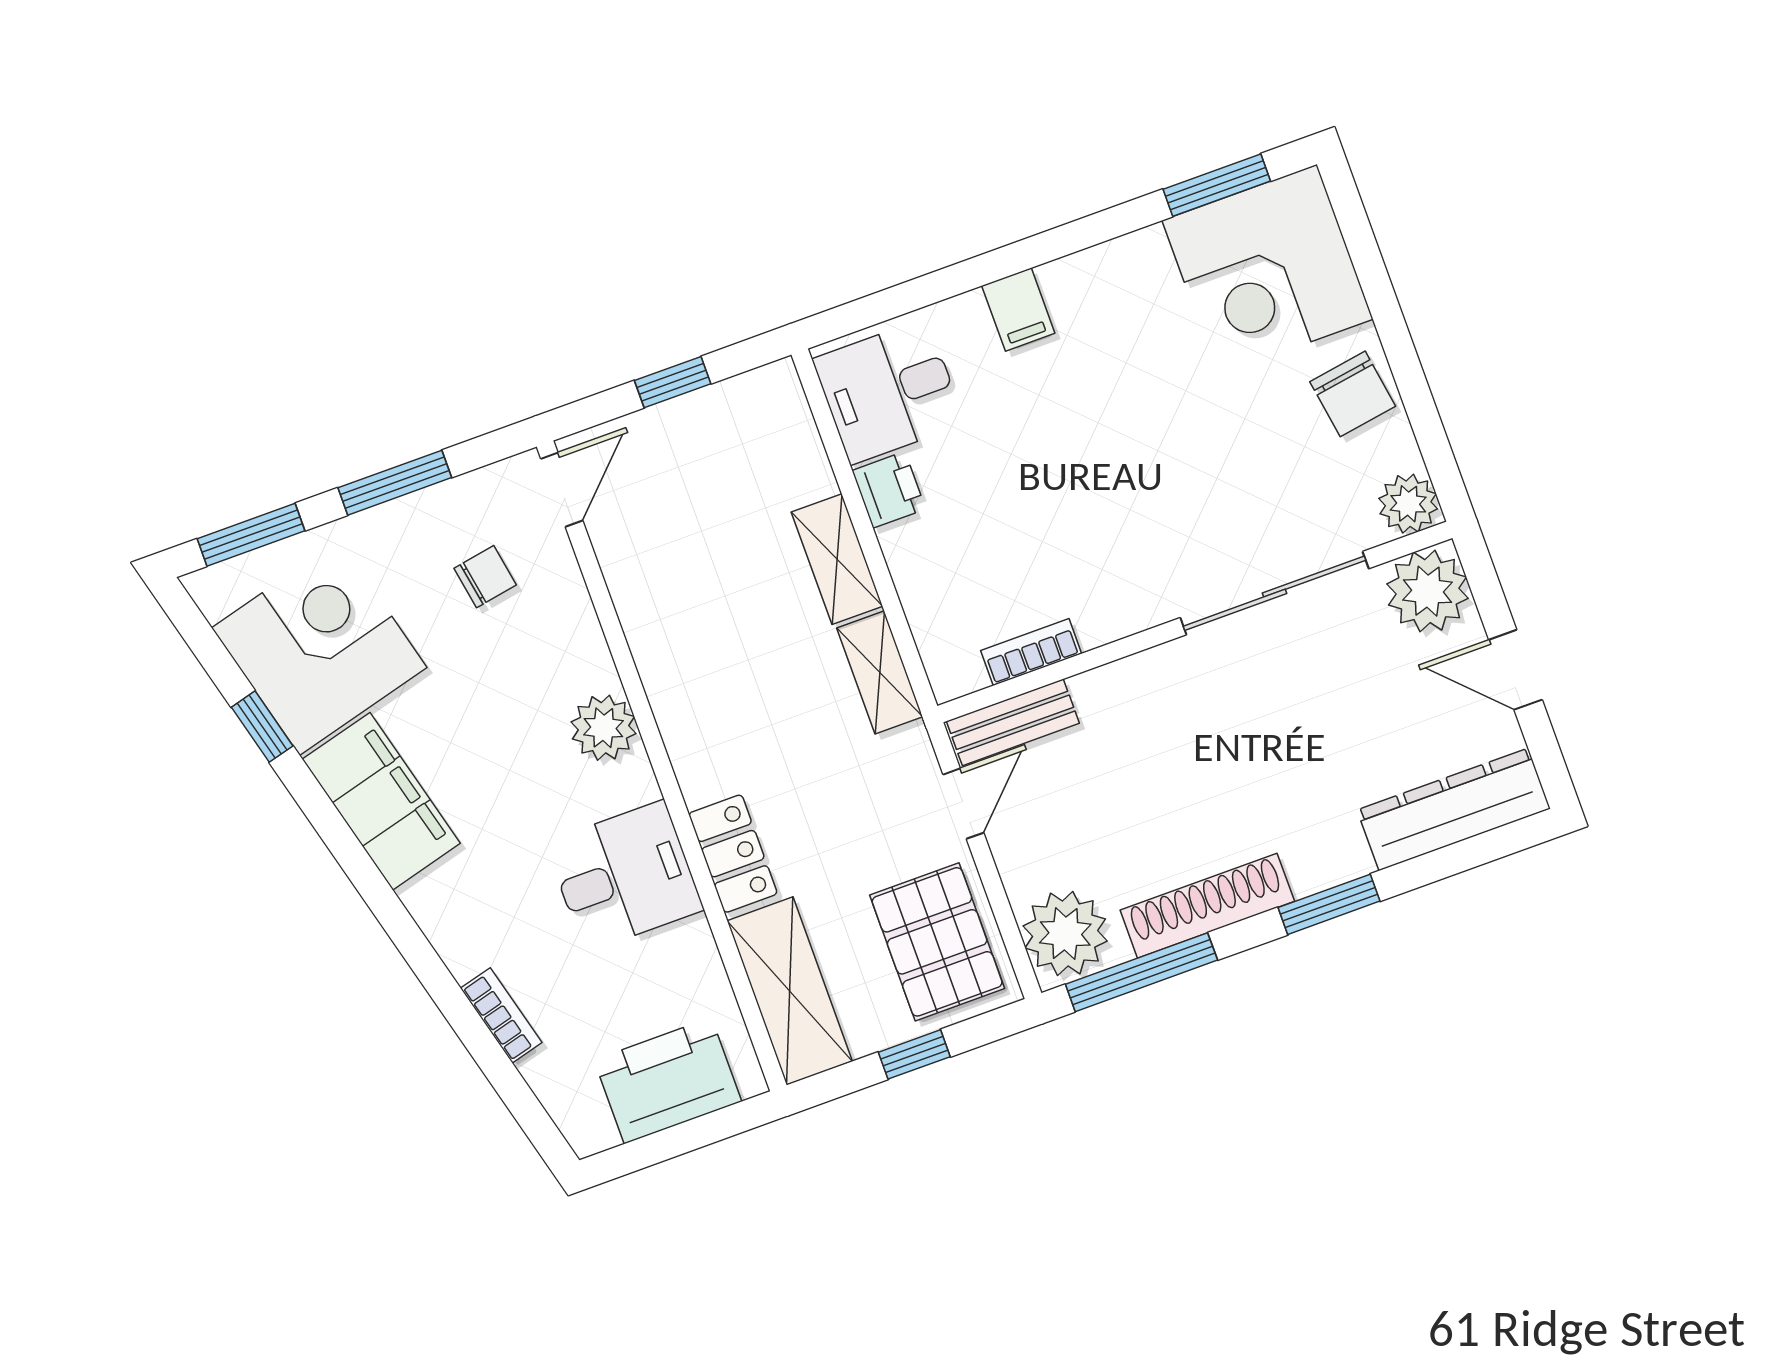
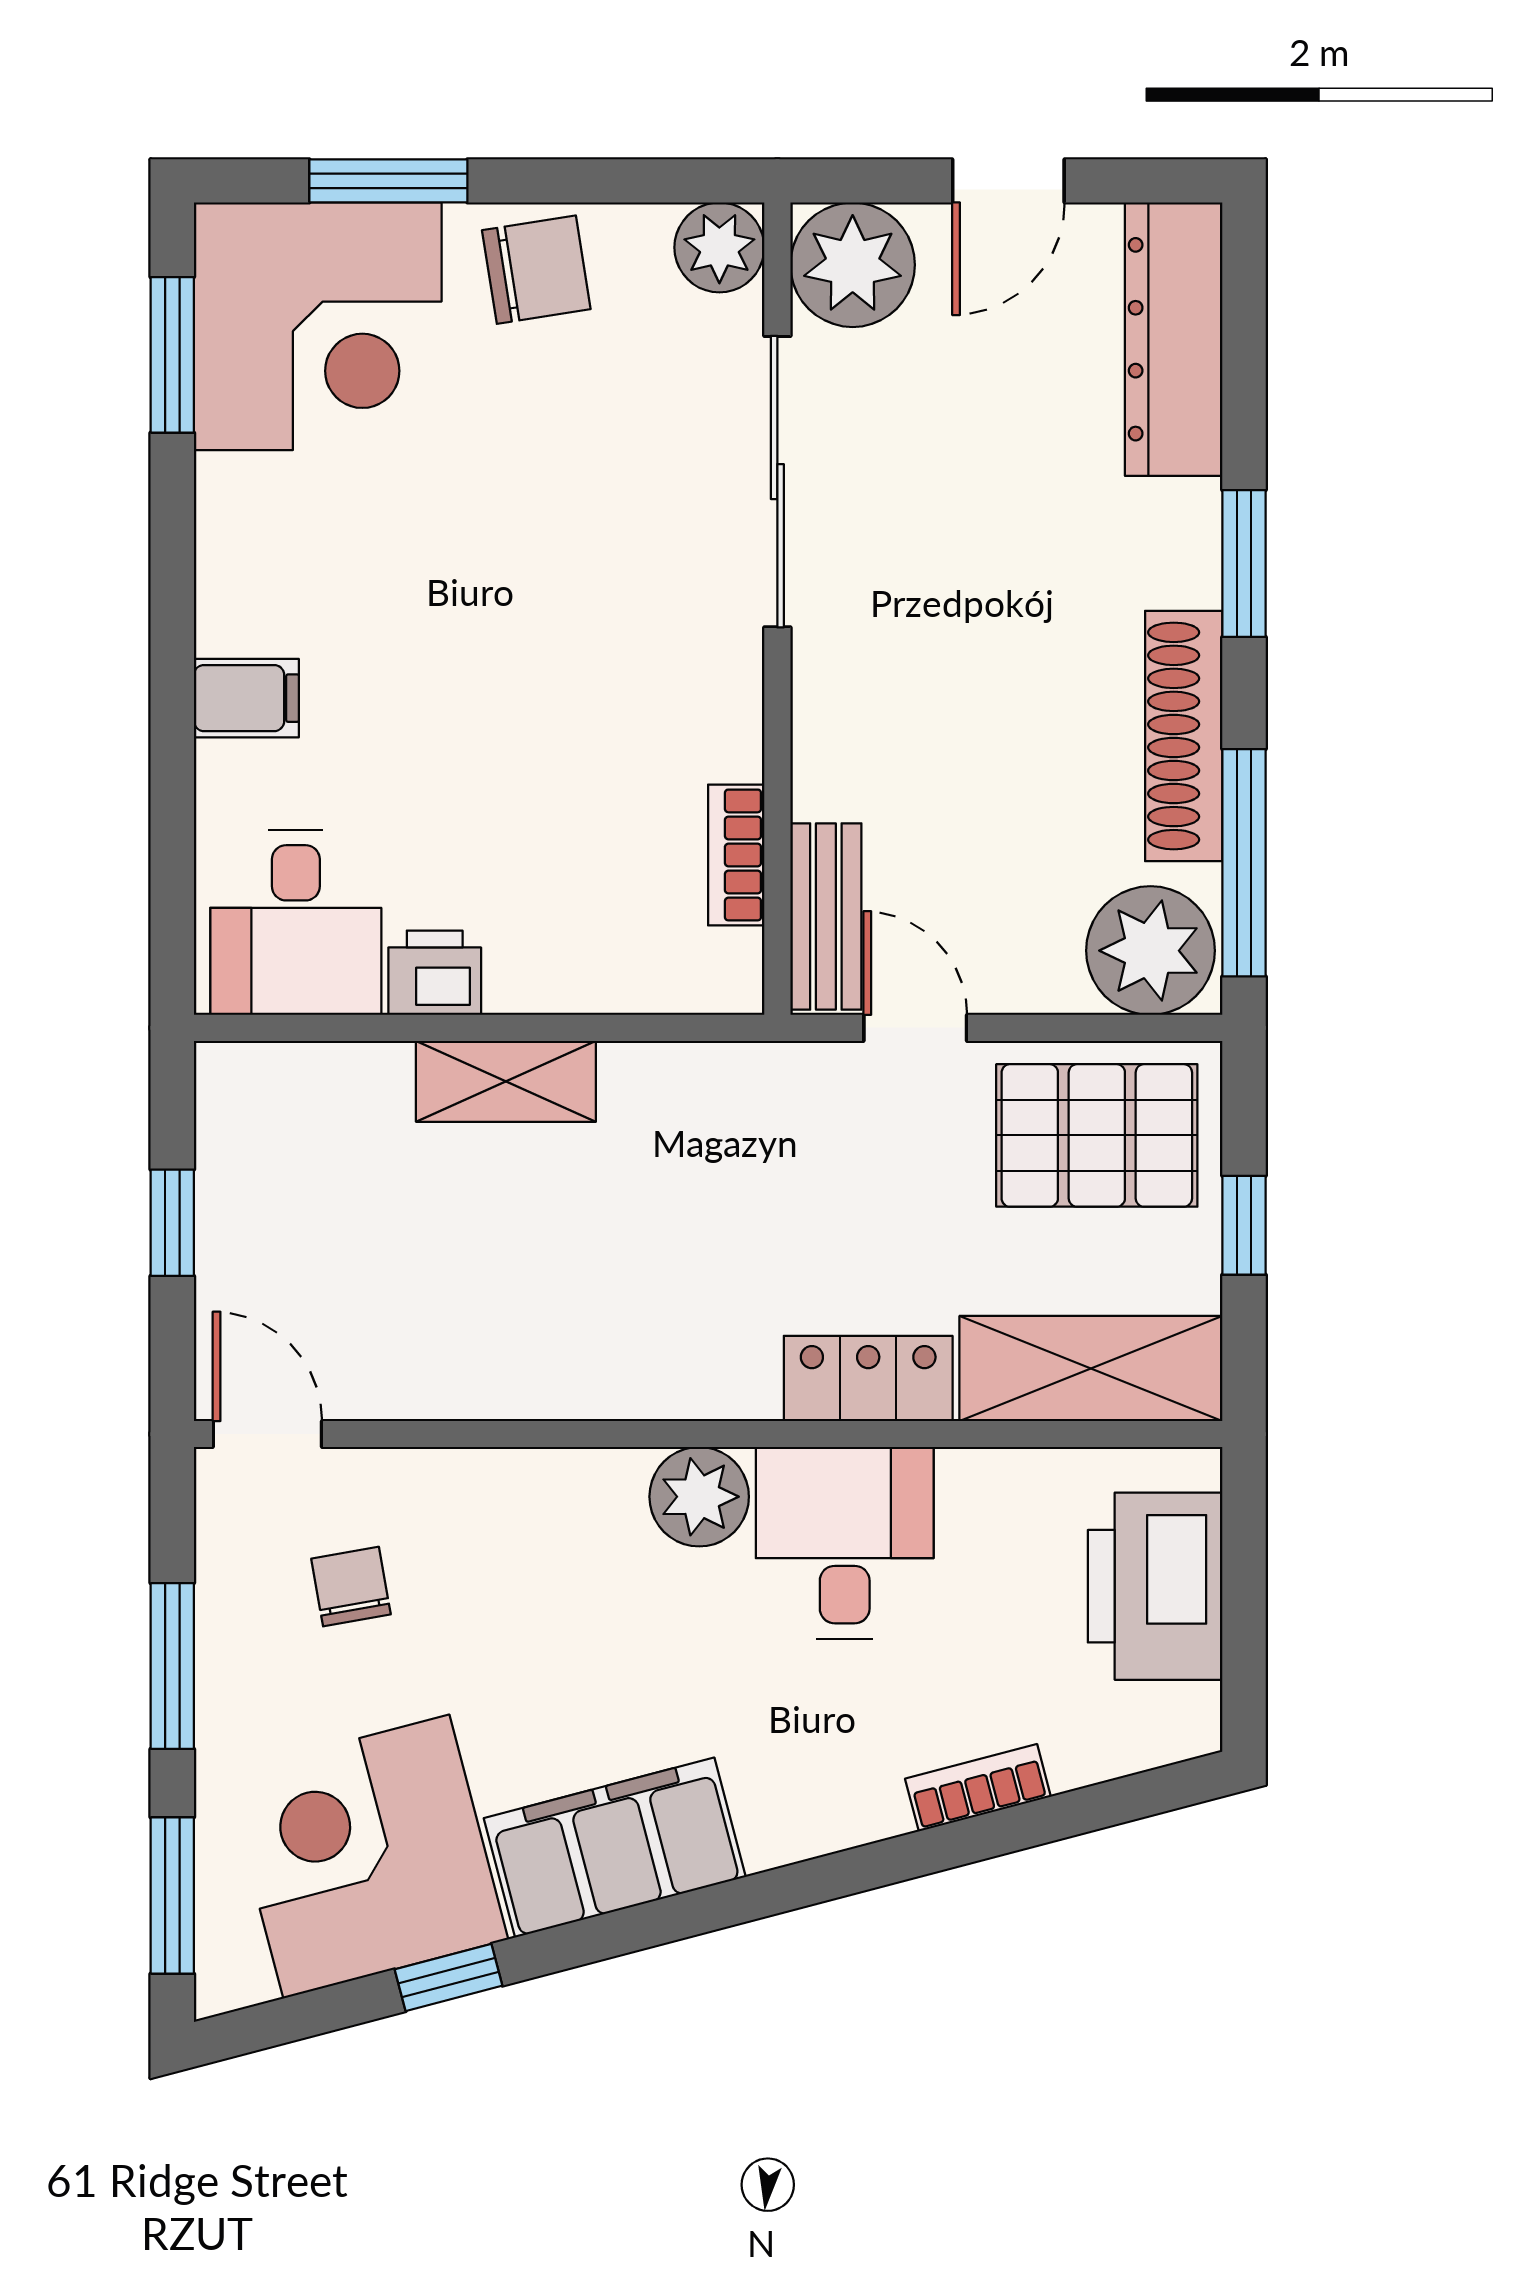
window: (1375, 281) -> (388, 181), added
shelving: (880, 672) -> (688, 1079), removed
plant: (603, 728) -> (699, 1497), moved

